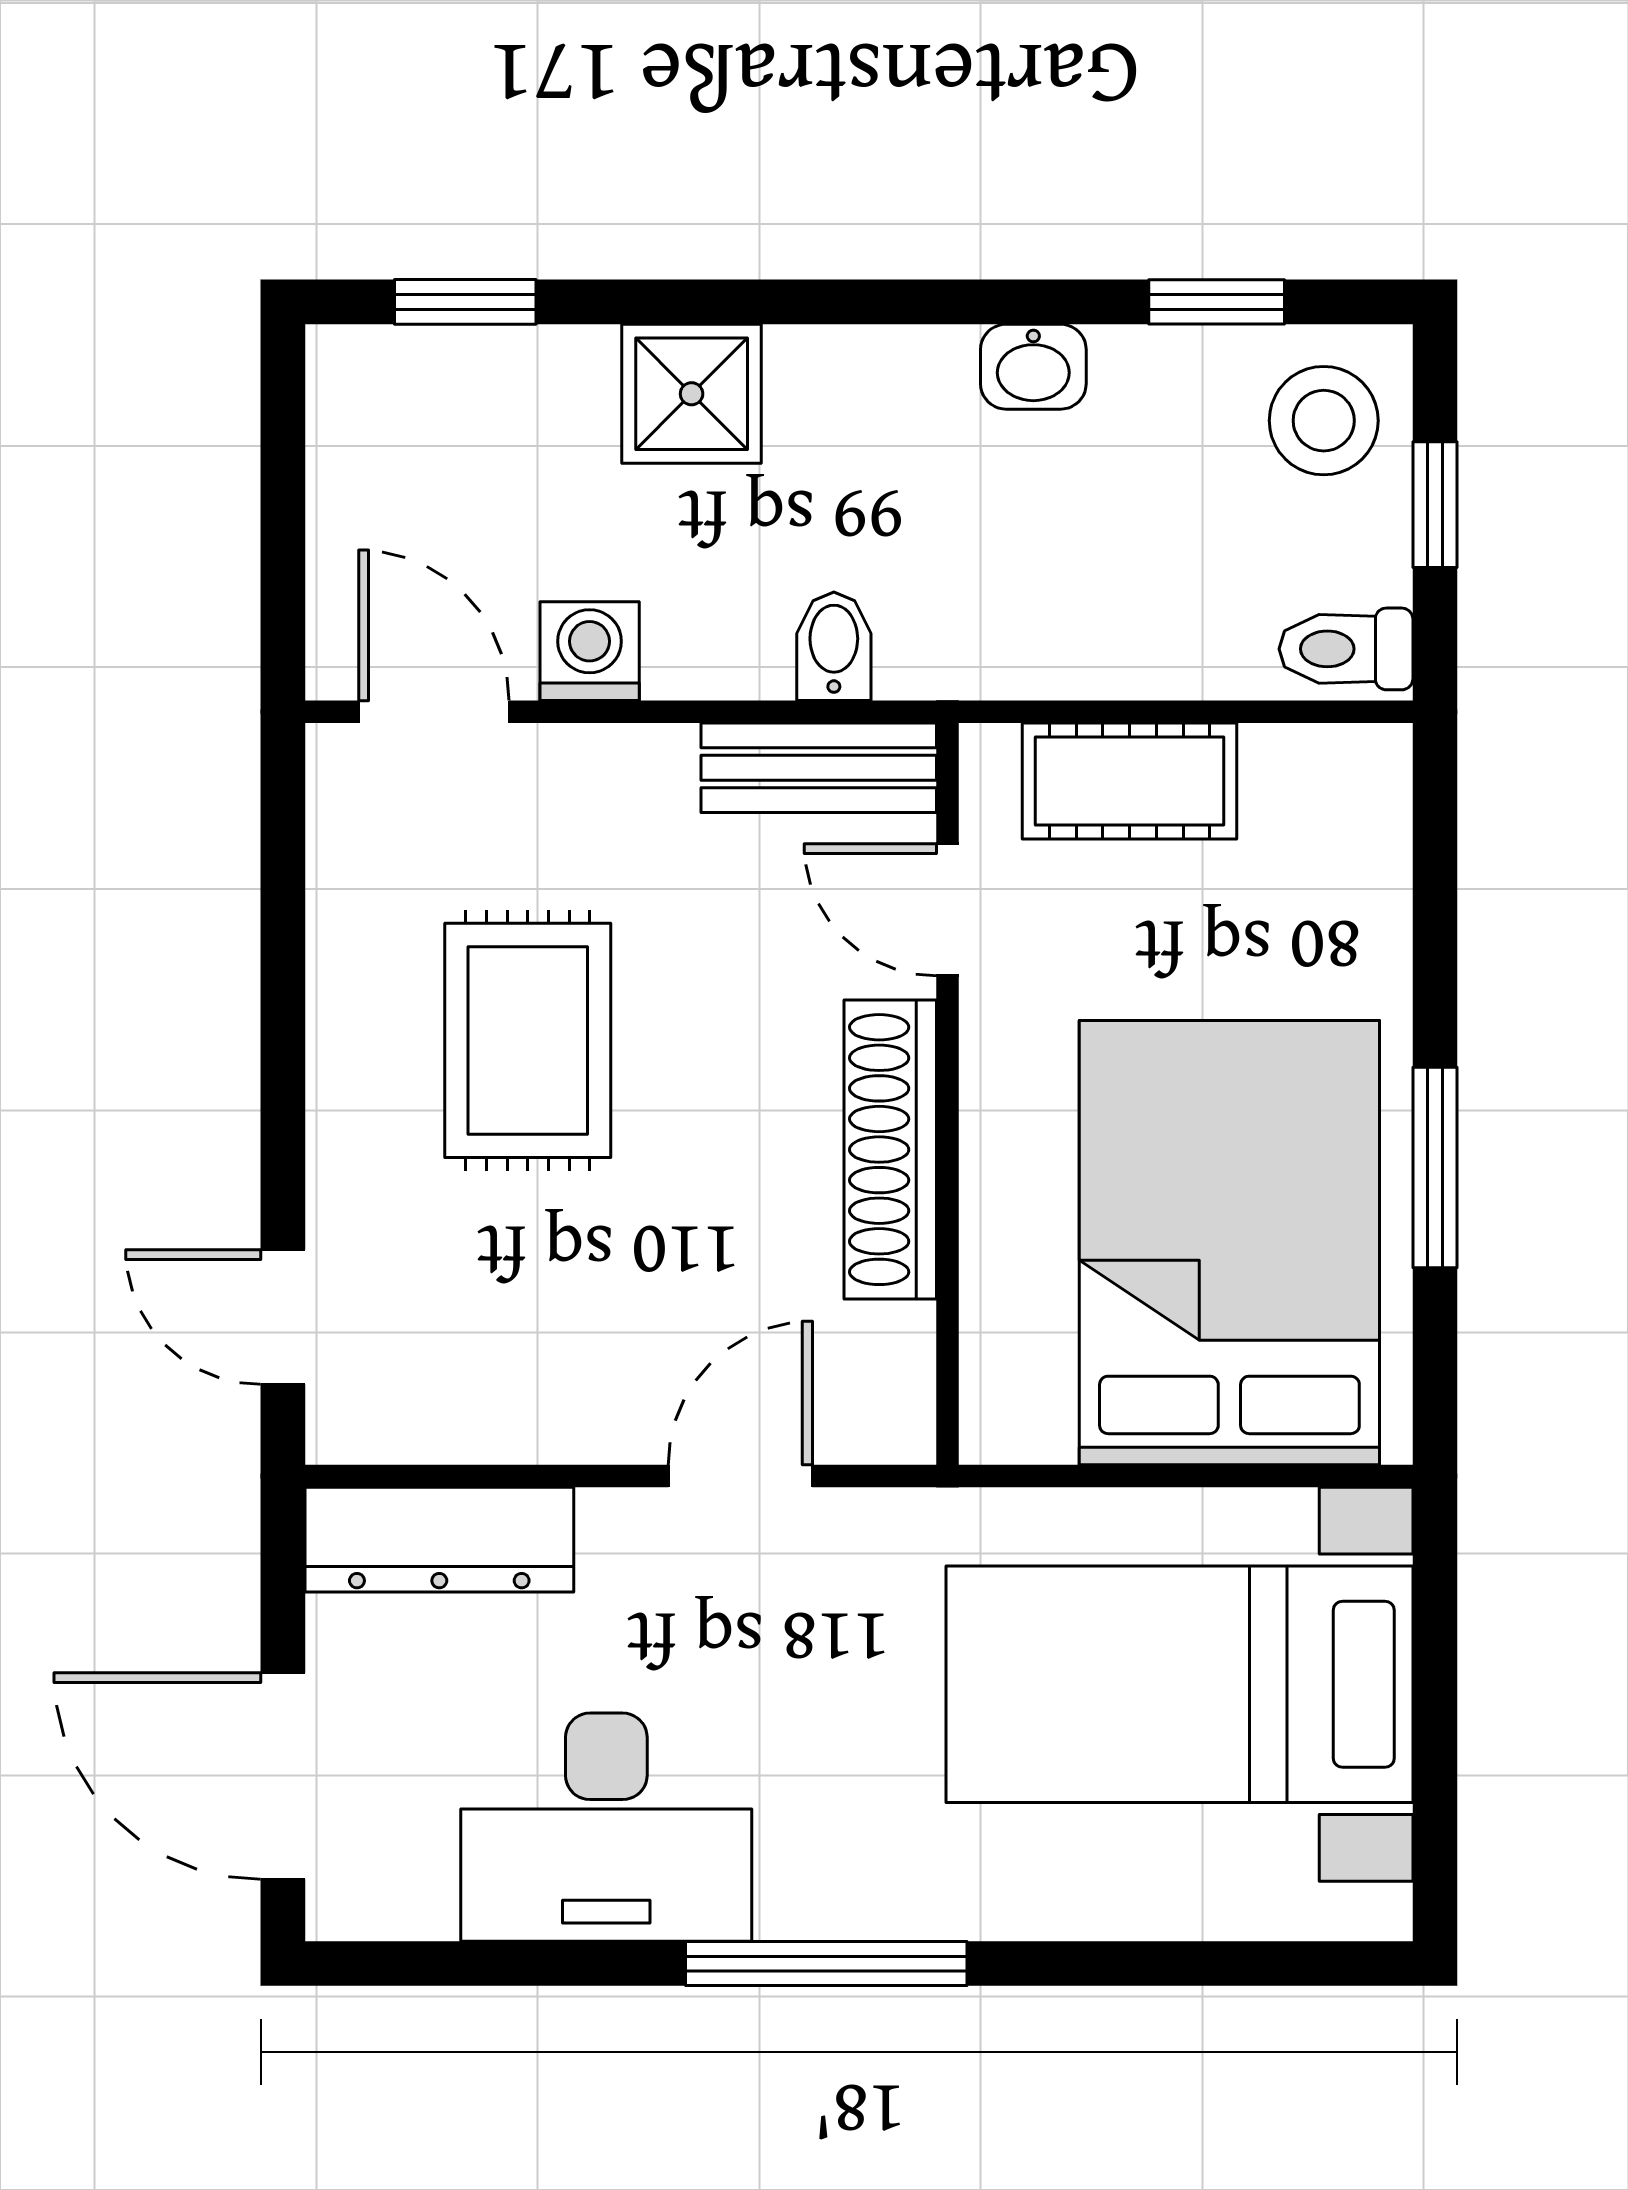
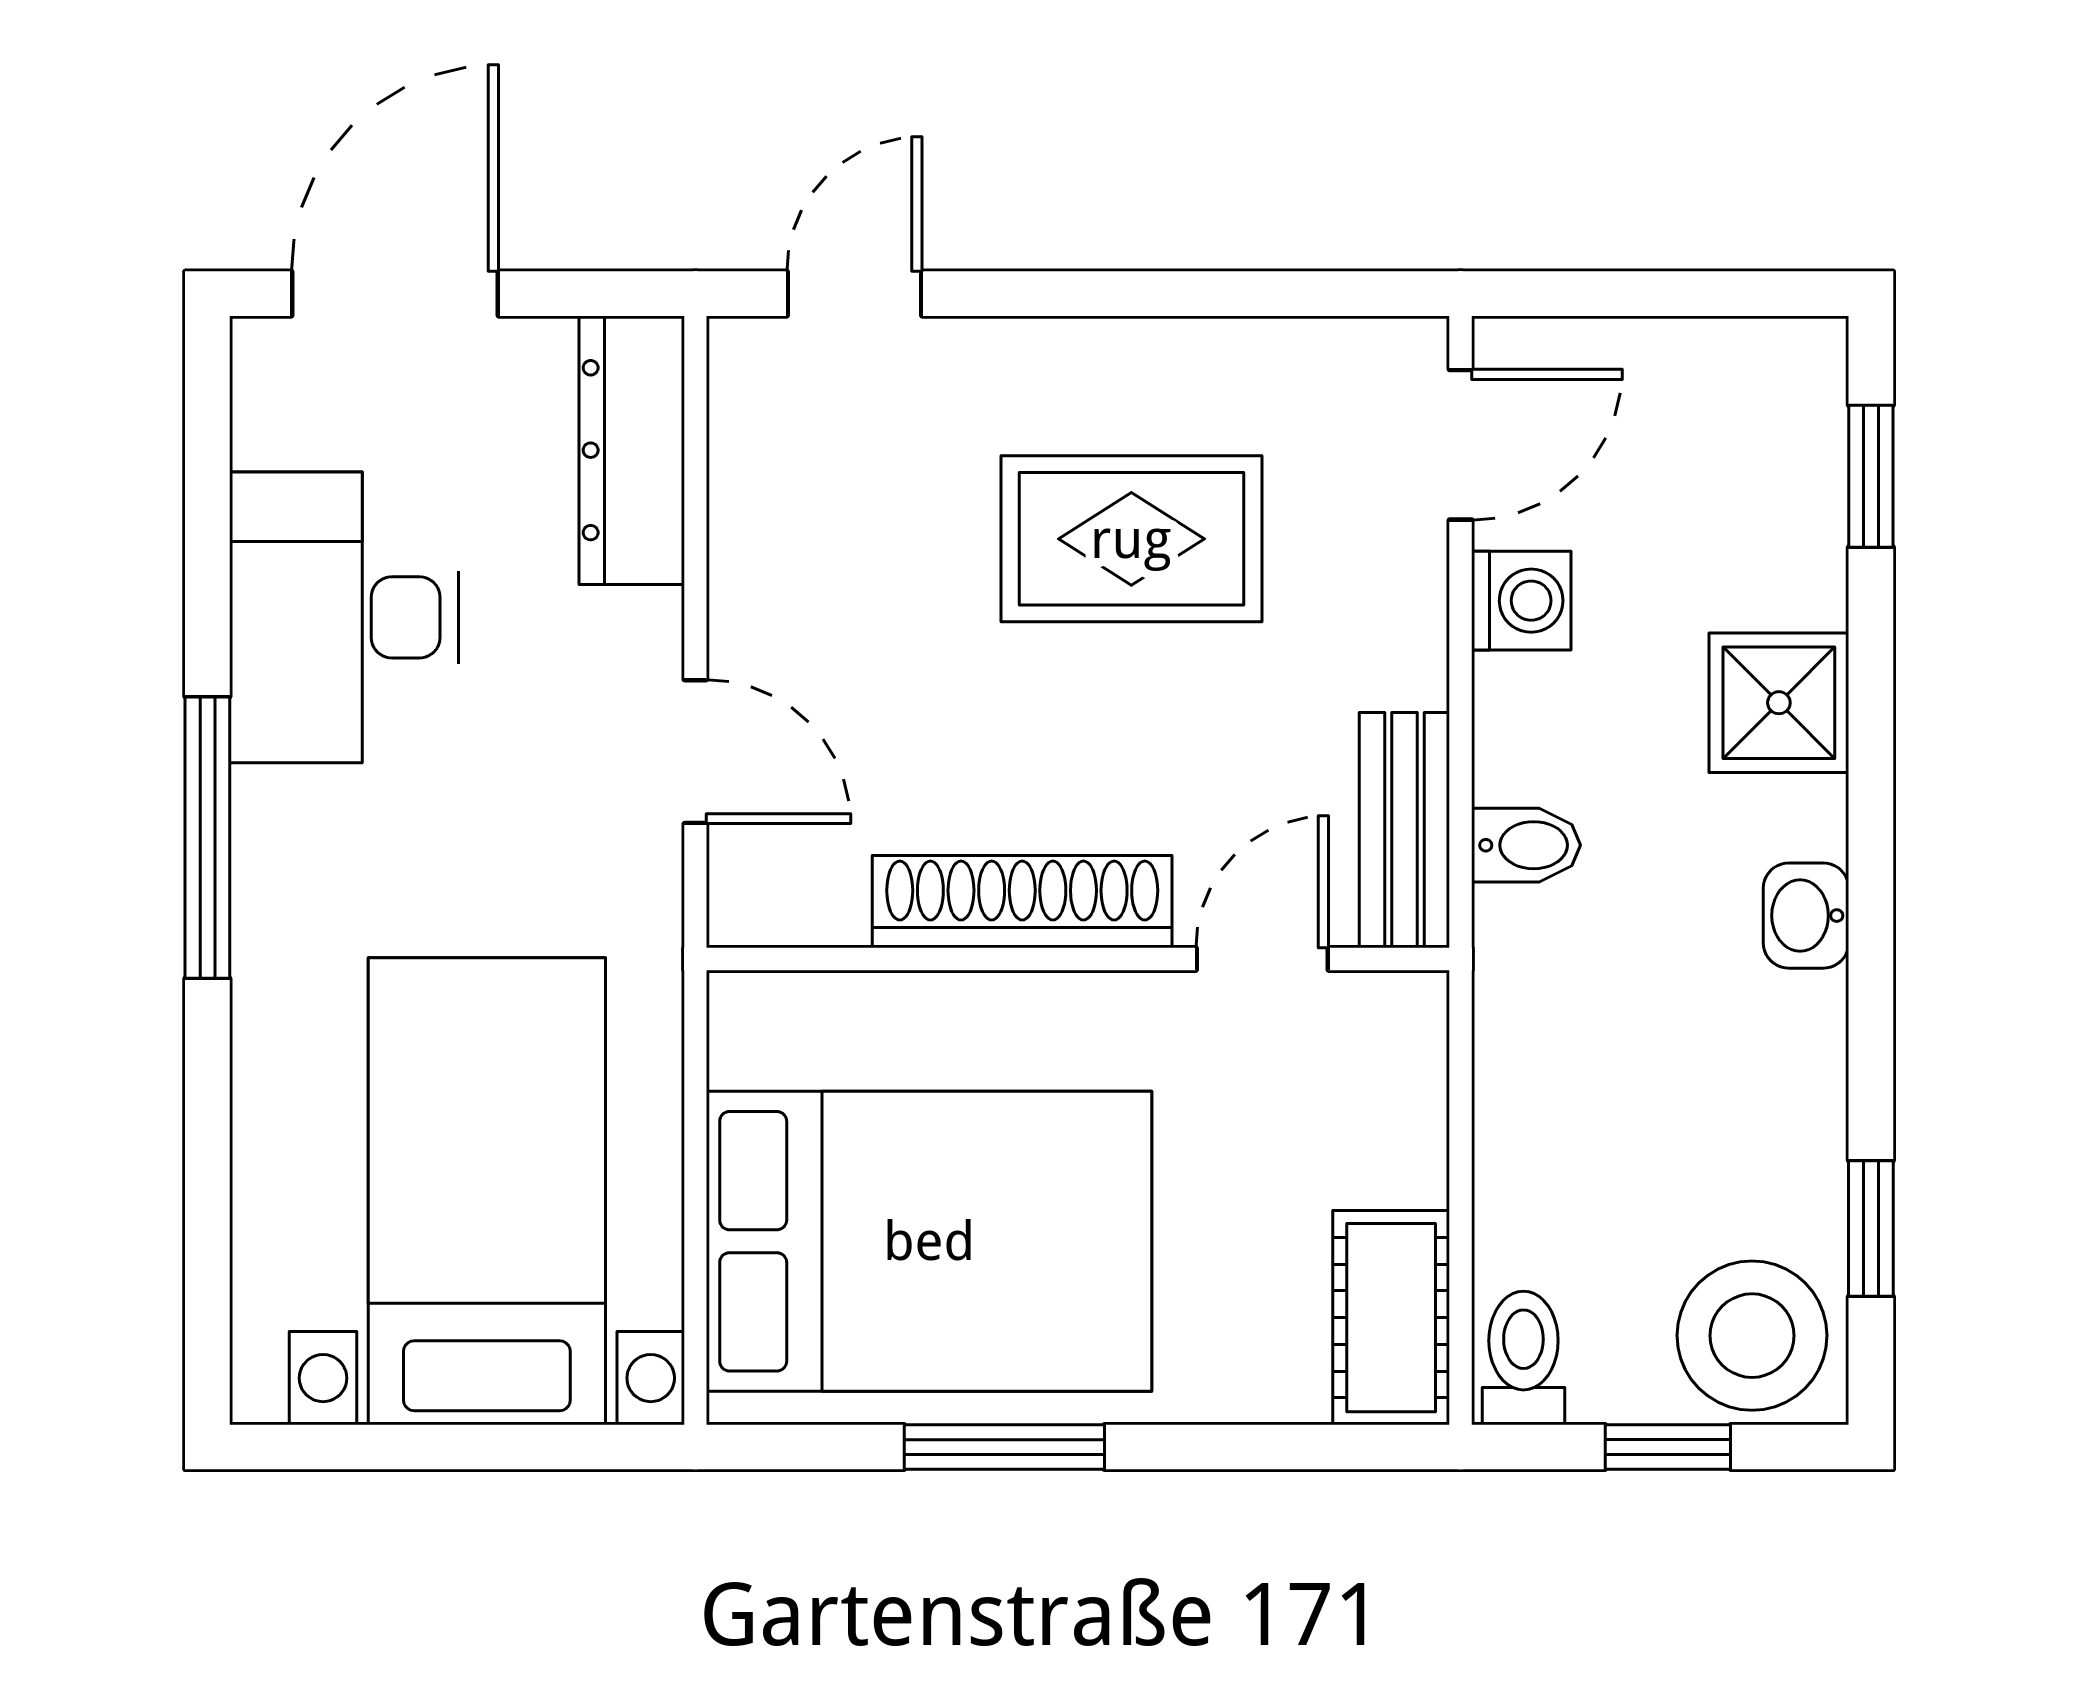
washbasin: (1033, 367) -> (1806, 916), moved
stool: (1324, 421) -> (1752, 1336), width x1.38, depth x1.38
cot: (1130, 781) -> (1391, 1318), moved

